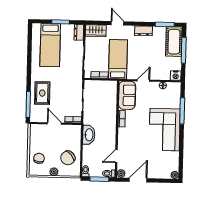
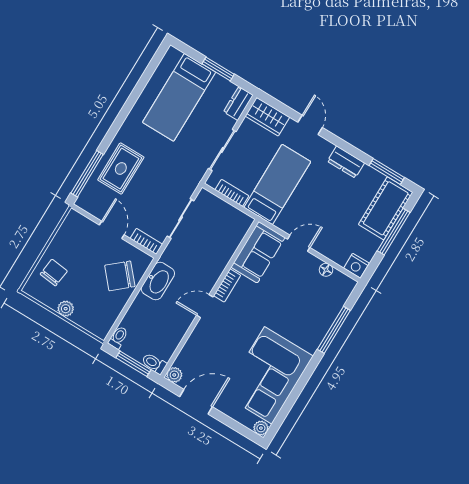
corner sofa: (165, 130) -> (268, 375), moved
door: (116, 156) -> (205, 306), moved
chair: (68, 158) -> (120, 276), moved

